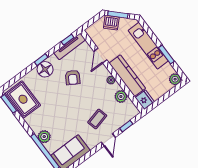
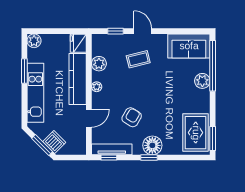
door: (108, 140) -> (143, 31), hinge flipped

